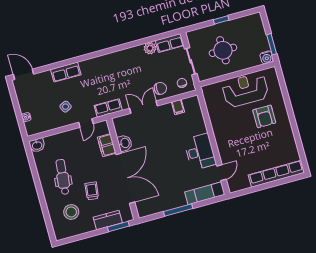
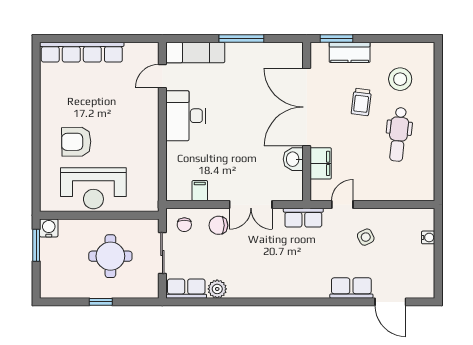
door: (23, 74) -> (390, 302), moved
armchair: (264, 116) -> (76, 142), turned -91
washbasin: (37, 145) -> (424, 192), removed

